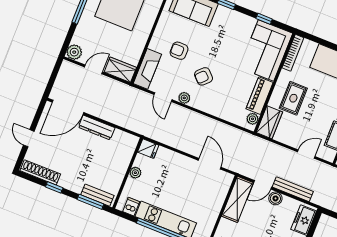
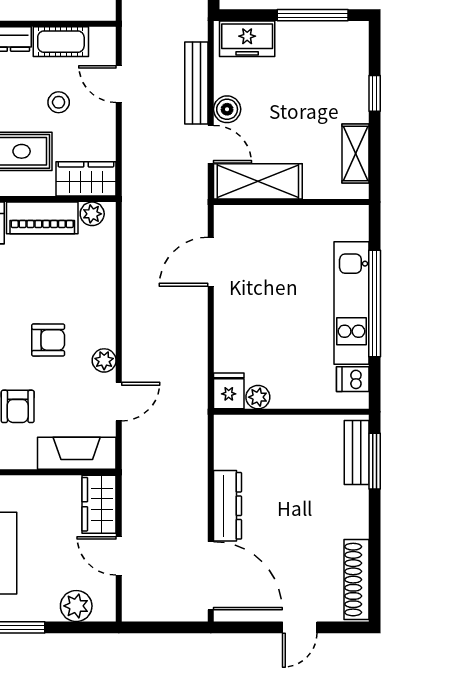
plant: (74, 52) -> (76, 606), moved
armchair: (204, 76) -> (48, 340), turned -45
stool: (309, 124) -> (59, 102), added
plant: (135, 173) -> (258, 397), moved
window: (54, 187) -> (375, 541), removed

